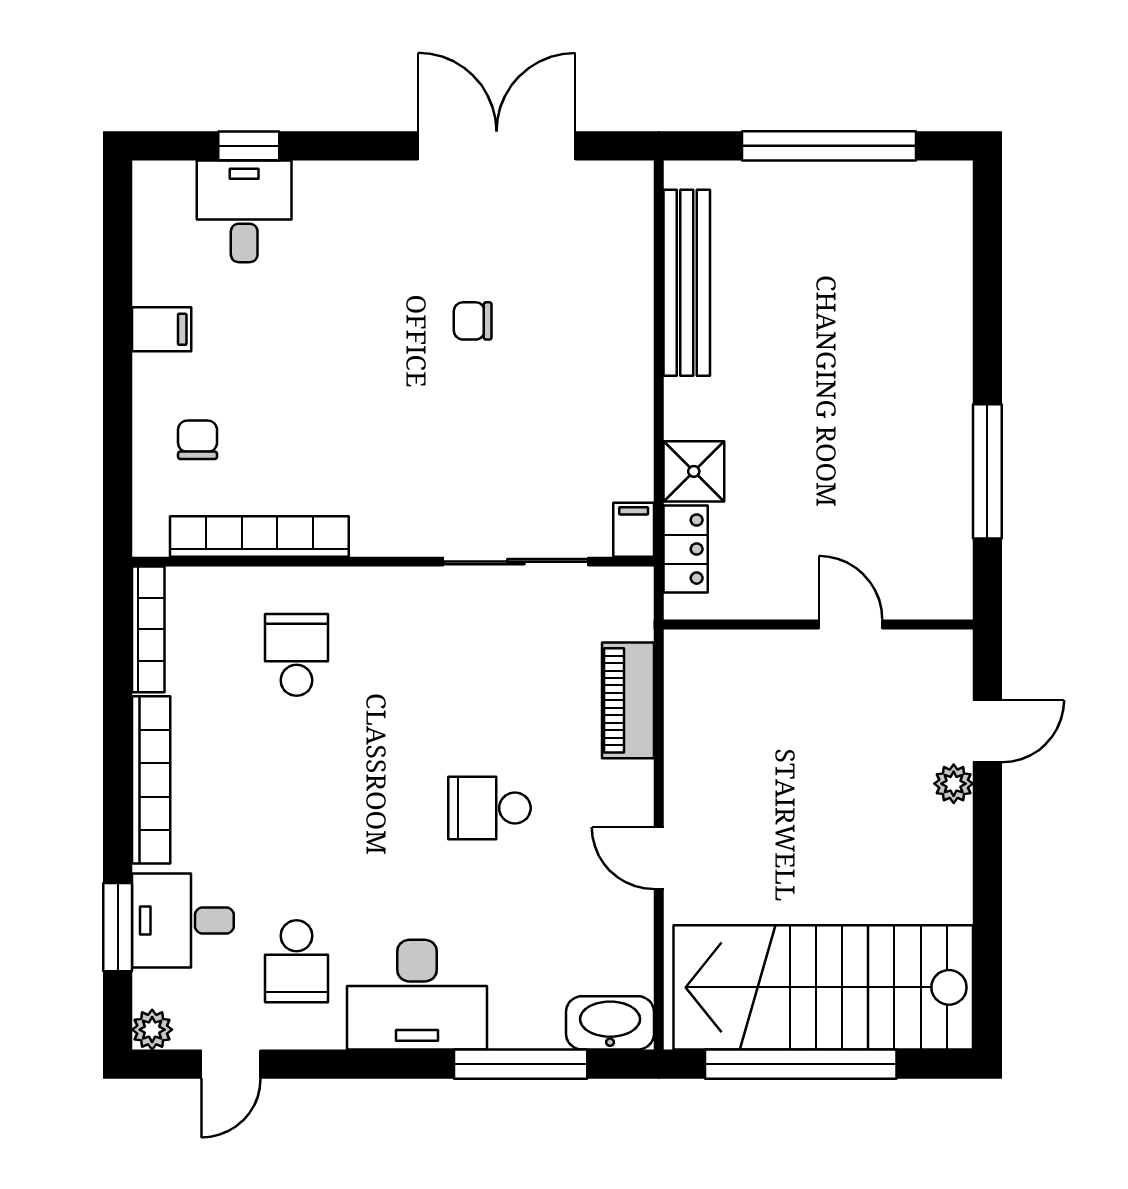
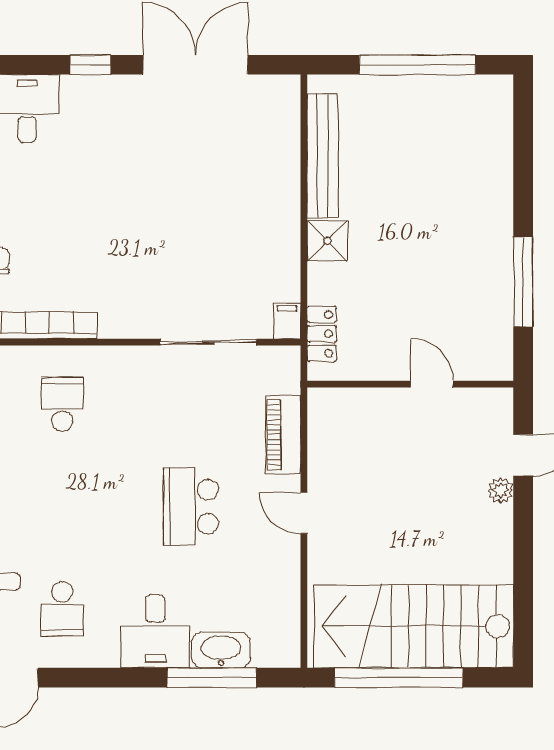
window: (249, 146) -> (90, 65), moved
chair: (473, 321) -> (180, 182), removed
shower: (694, 471) -> (327, 241), moved
school desk: (489, 808) -> (191, 507), width x1.85
door: (659, 858) -> (304, 513), moved
desk: (417, 995) -> (155, 631), width x0.73
washbasin: (610, 1023) -> (221, 650), moved

